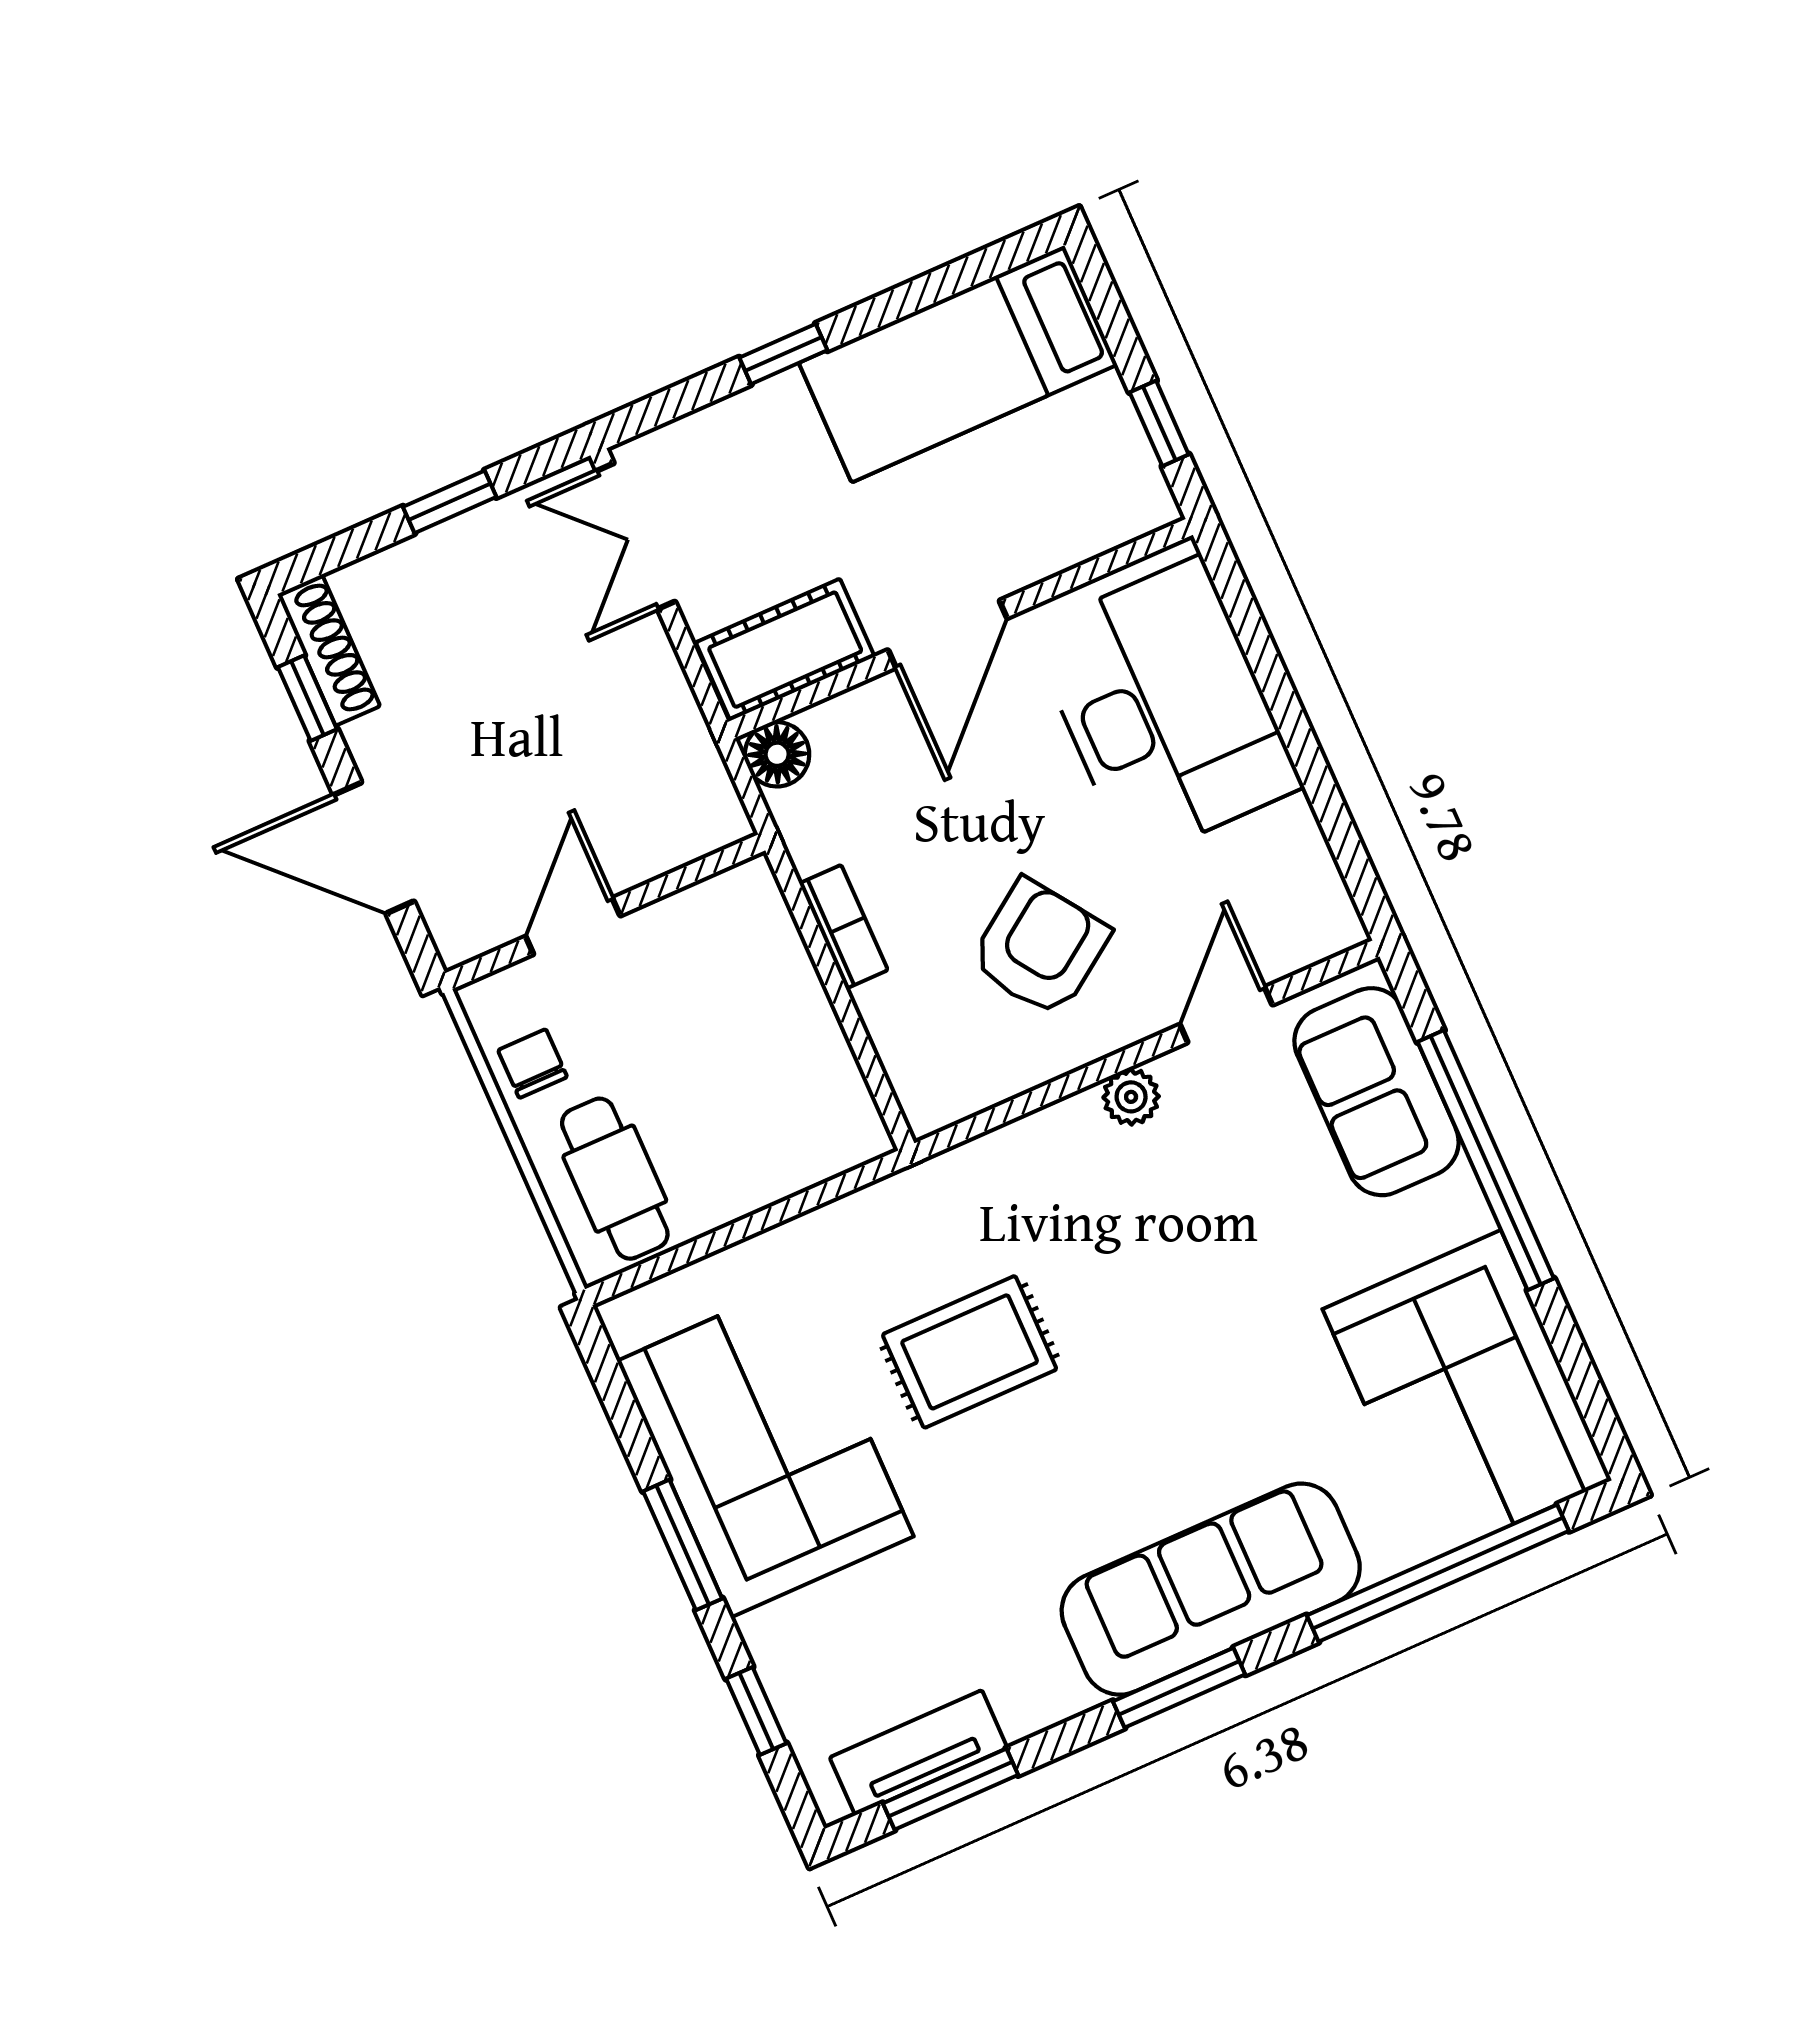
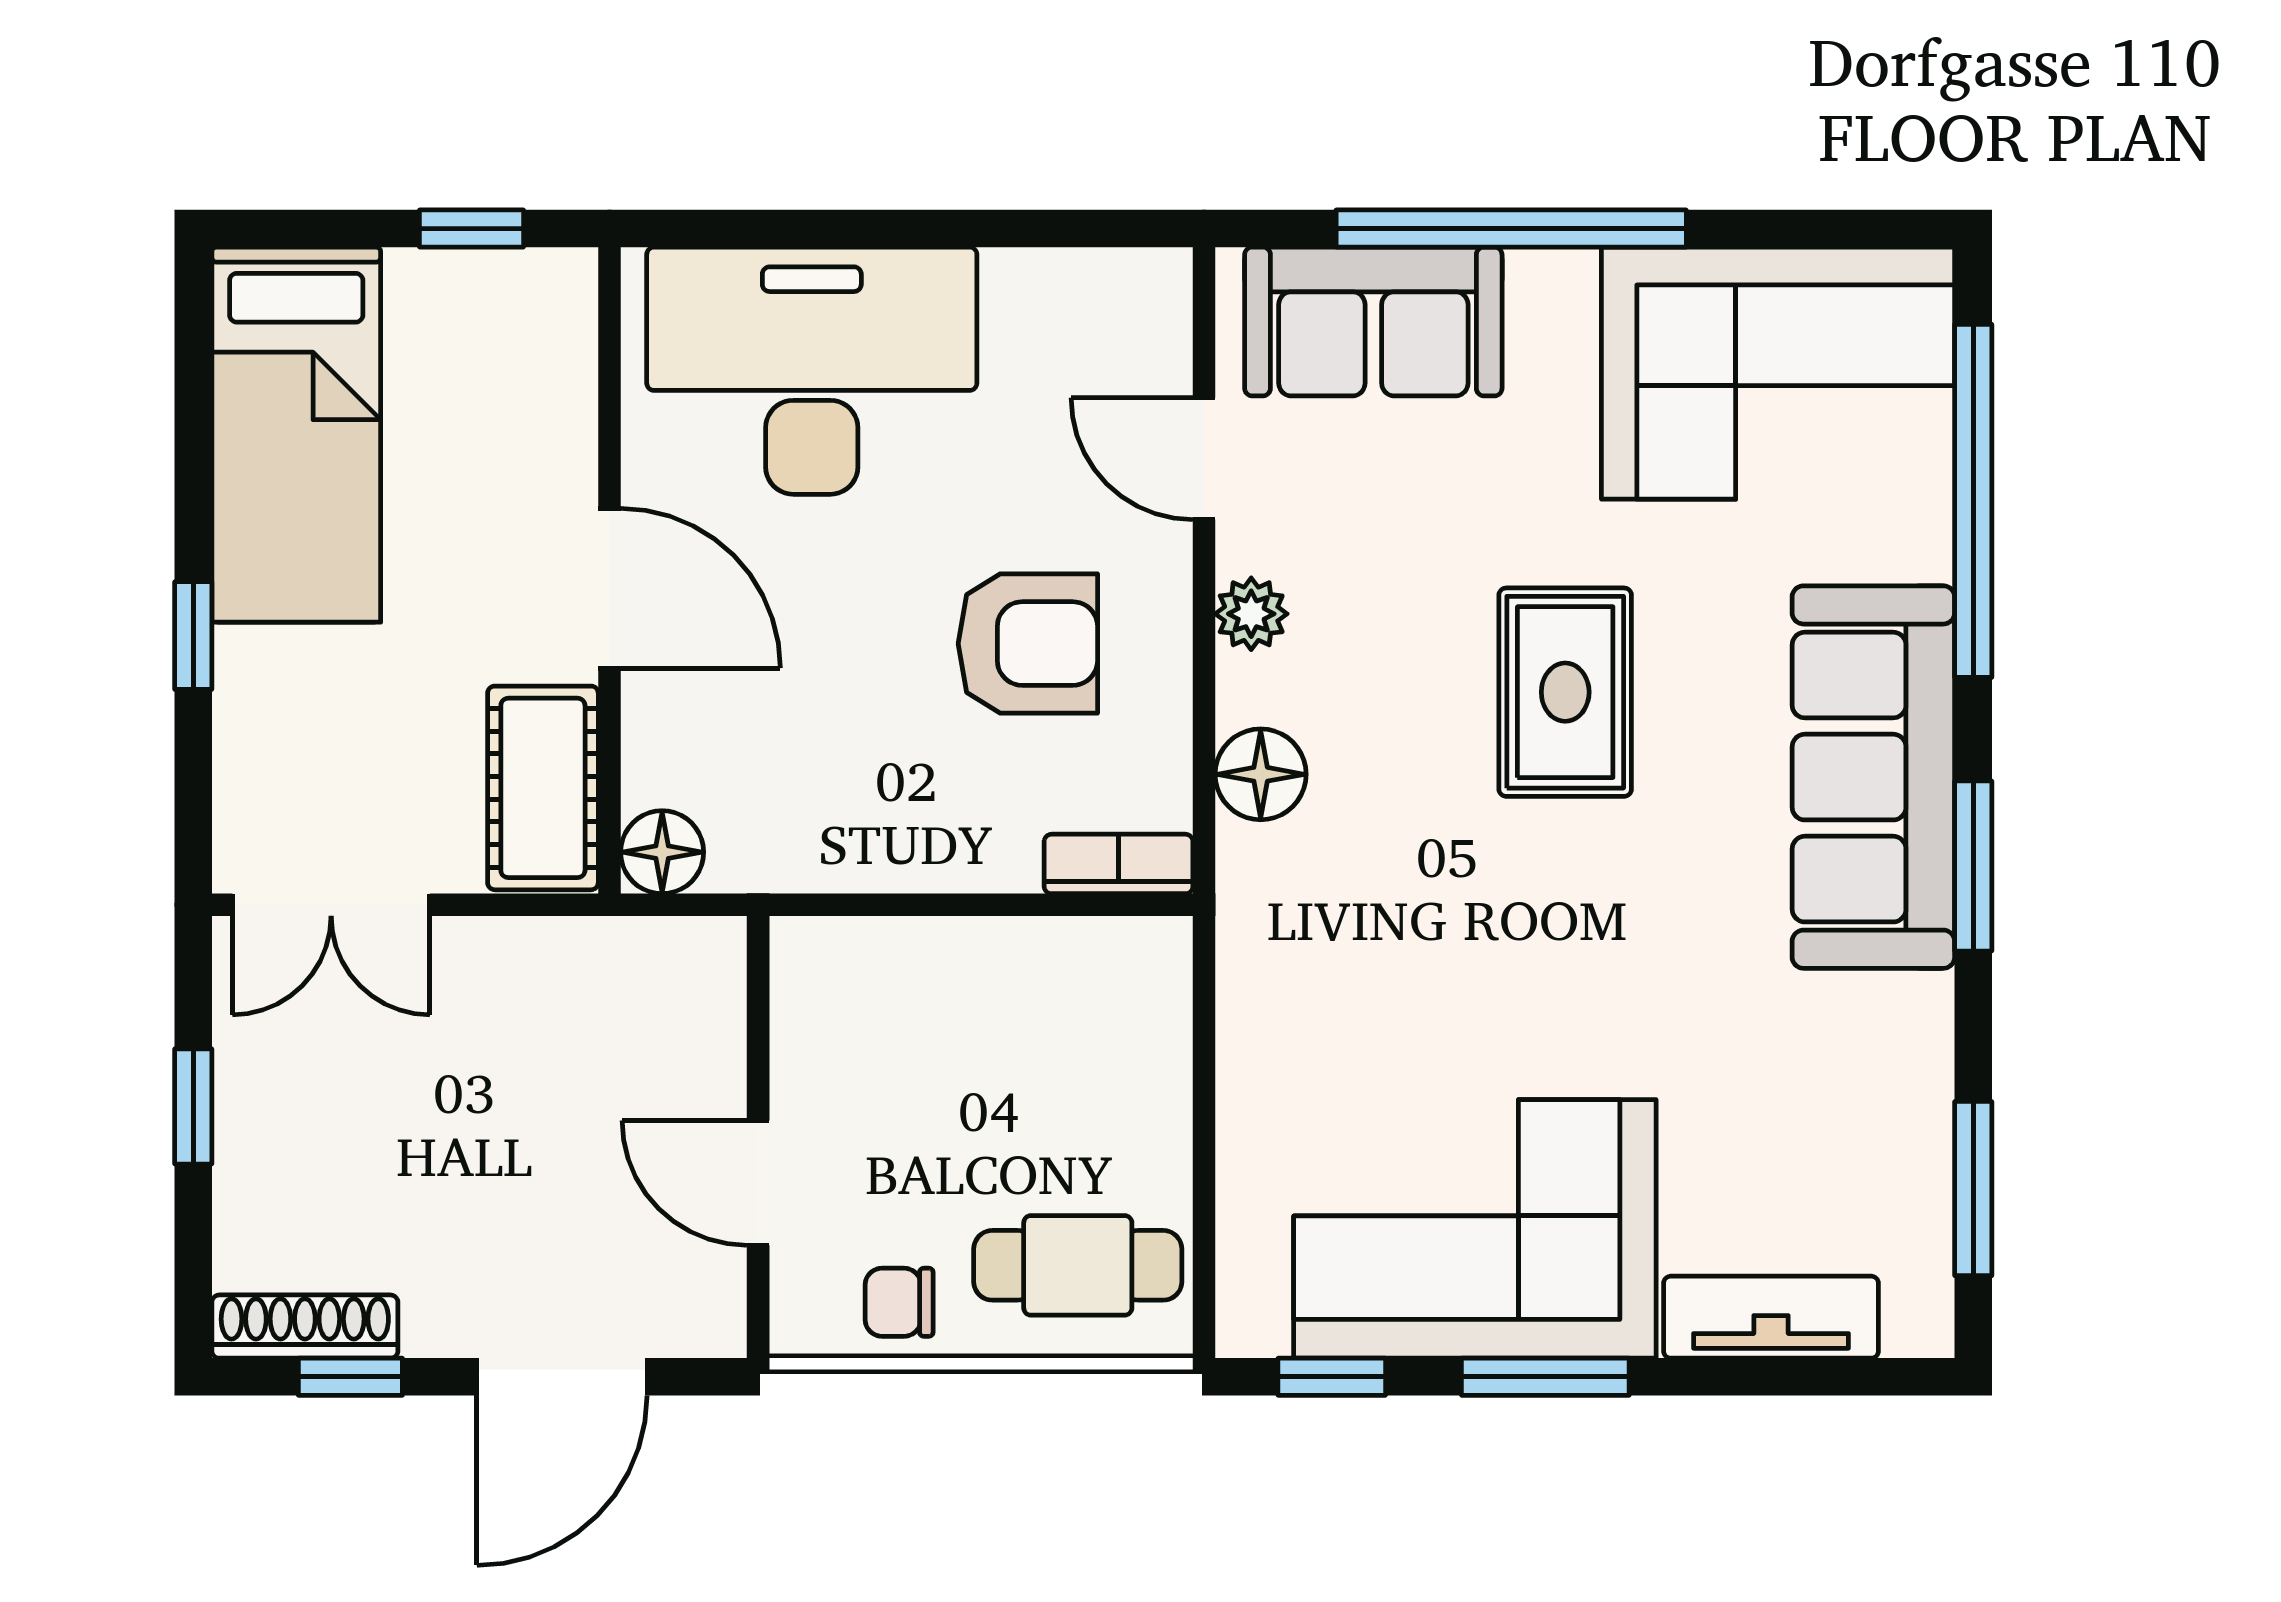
bookcase: (844, 927) -> (1119, 864), moved
armchair: (1040, 948) -> (1028, 644), turned 125
floor lamp: (1020, 1154) -> (1261, 774), added
rug: (970, 1352) -> (1565, 692), moved
window: (756, 1711) -> (1332, 1377), moved
tv unit: (919, 1753) -> (1771, 1317), moved, turned 90

